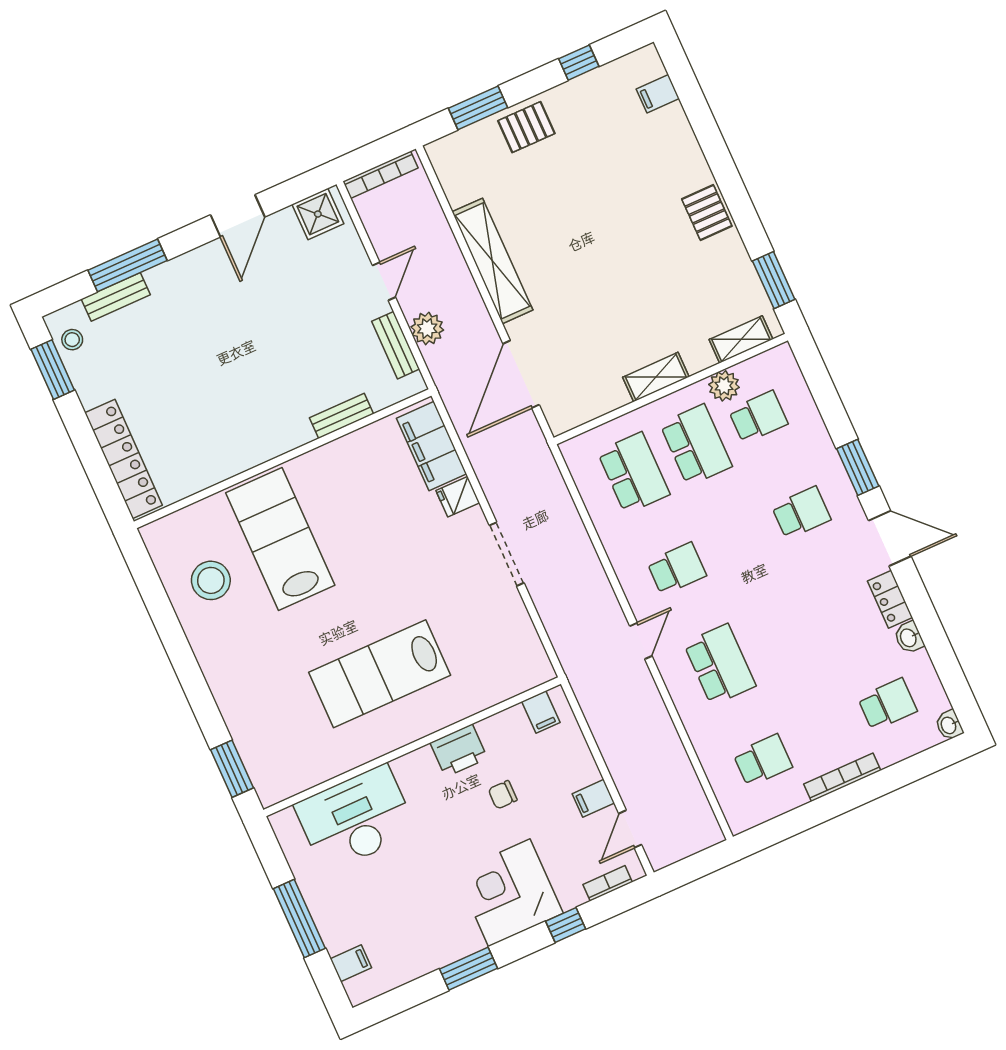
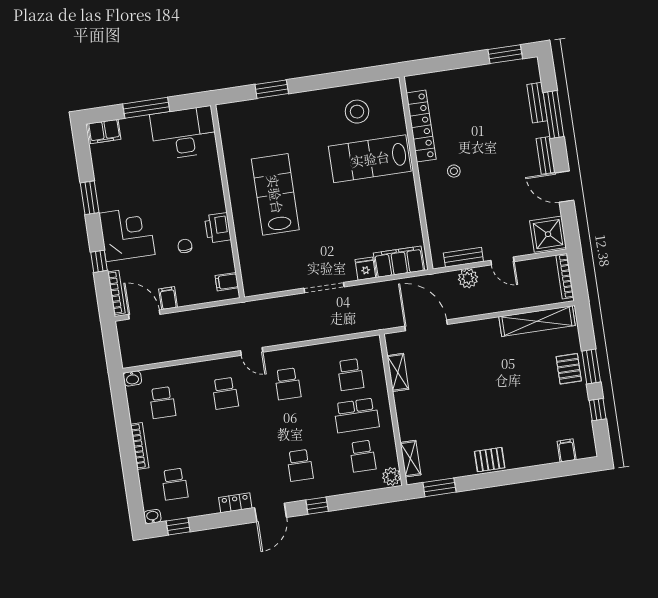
window: (478, 108) -> (591, 367), moved
shower: (318, 214) -> (548, 234), width x1.36, depth x1.36
shelving: (492, 261) -> (537, 321), moved
stool: (72, 340) -> (454, 171), moved
shelving: (656, 377) -> (398, 372), moved
plant: (724, 386) -> (391, 476), moved
bench: (341, 416) -> (546, 155), moved
locker: (124, 459) -> (421, 126), moved, turned -90
window: (858, 467) -> (317, 506), width x0.67
school desk: (634, 473) -> (350, 375), width x0.54
lab bench: (280, 539) -> (370, 159), turned 180
washbasin: (909, 638) -> (132, 378), moved, turned 180
school desk: (720, 665) -> (225, 393), width x0.54
window: (953, 680) -> (178, 526), added
window: (232, 769) -> (272, 89), moved
desk: (356, 819) -> (184, 133), moved, turned -90
door: (630, 829) -> (144, 314), width x1.38
bookcase: (608, 883) -> (116, 292), width x1.56
filing cabinet: (351, 963) -> (104, 131), width x2.00

